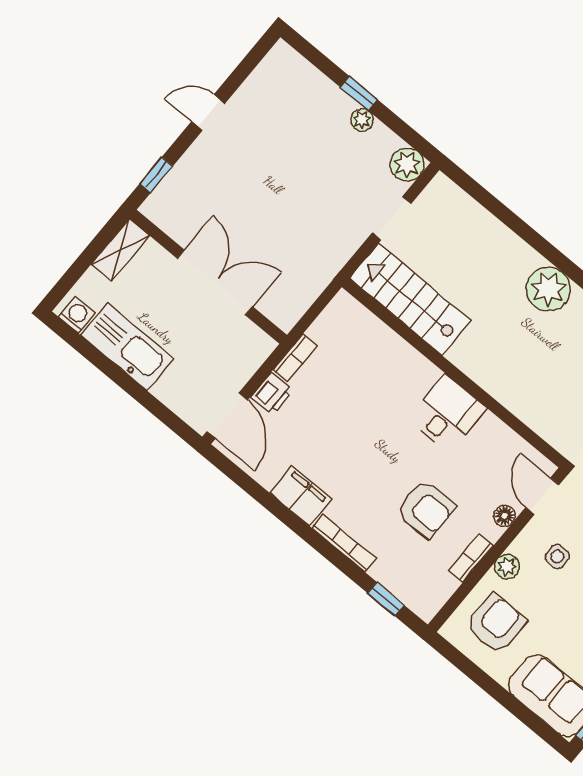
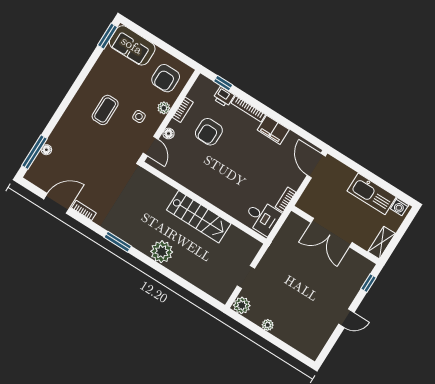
window: (359, 93) -> (271, 338), removed
stairs: (410, 299) -> (199, 217), moved
printer: (272, 393) -> (224, 97), moved, turned -90
desk: (447, 413) -> (262, 217), moved, turned -90
armchair: (426, 509) -> (209, 132), turned -90

